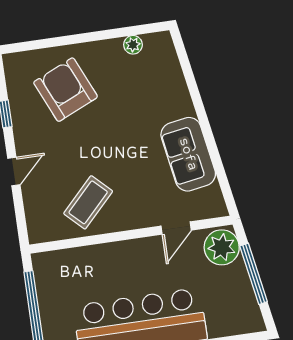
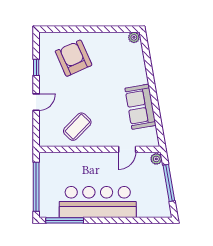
plant: (133, 45) -> (134, 37), moved
plant: (222, 247) -> (156, 159), width x0.53, depth x0.53

